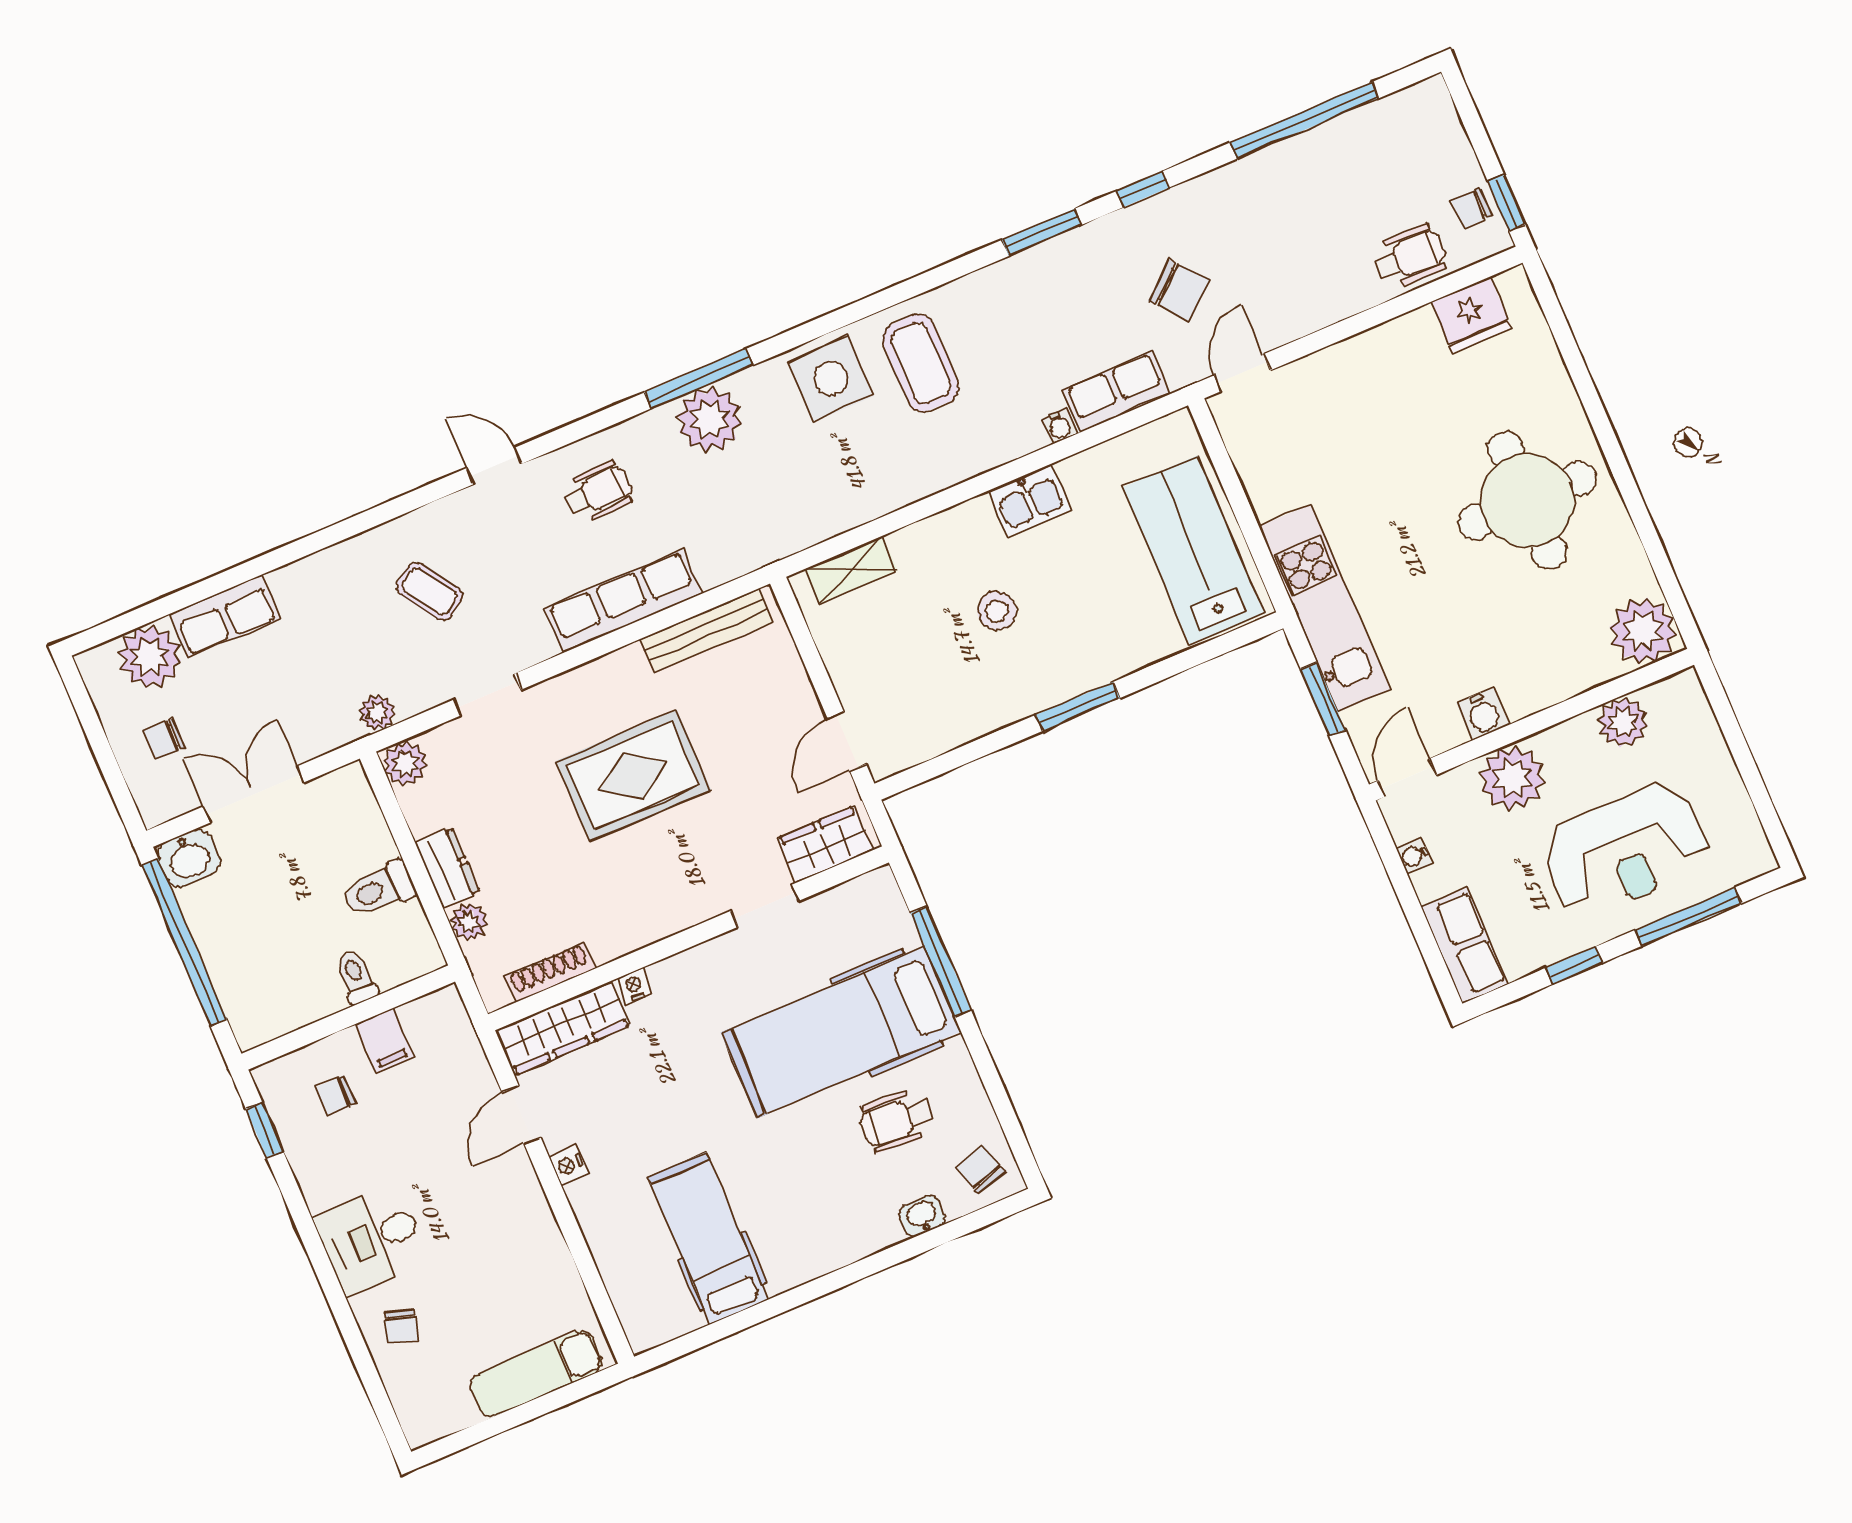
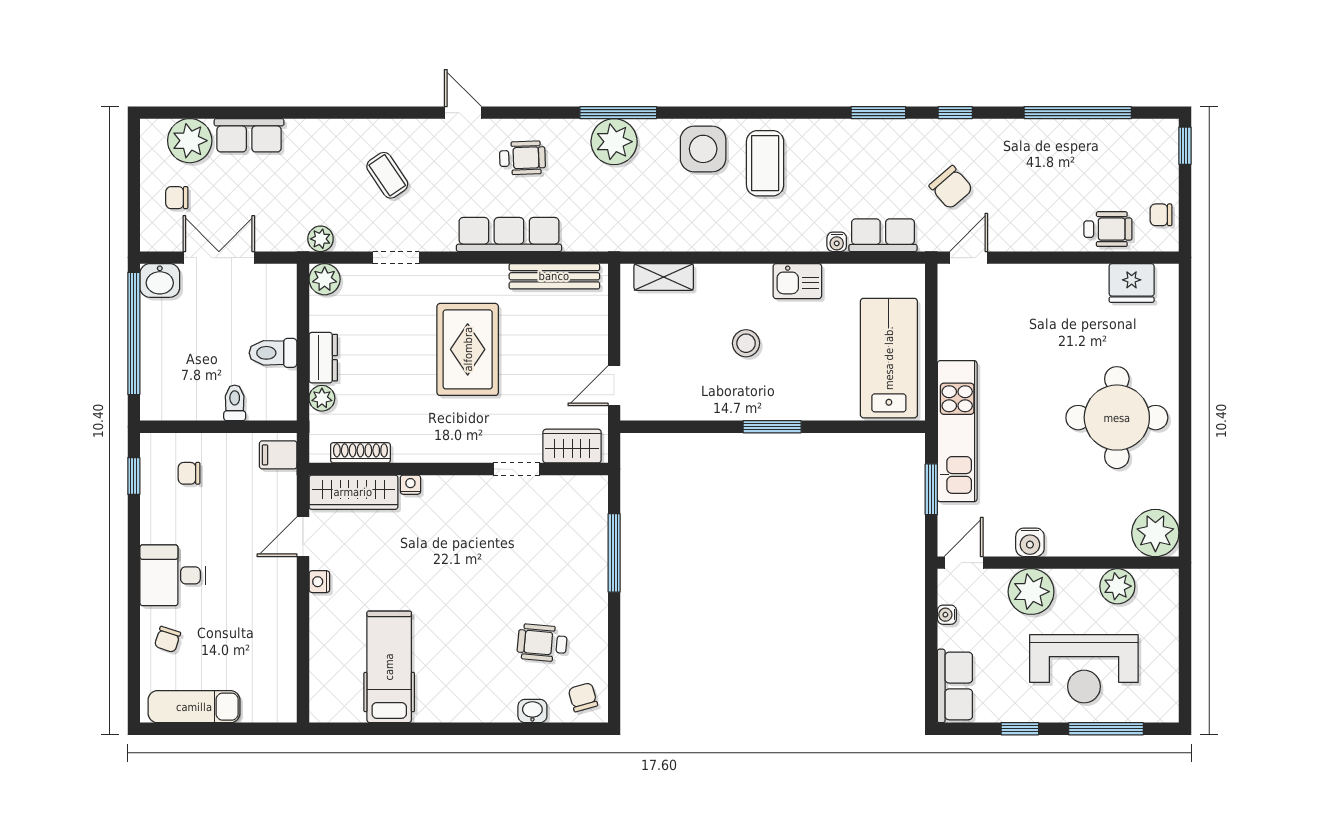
window: (1507, 203) -> (1185, 146), moved
rug: (633, 776) -> (468, 349), turned 90
hospital bed: (841, 1032) -> (531, 571), removed
filing cabinet: (385, 1041) -> (278, 455), moved, turned 90
exam couch: (536, 1373) -> (194, 707), moved

